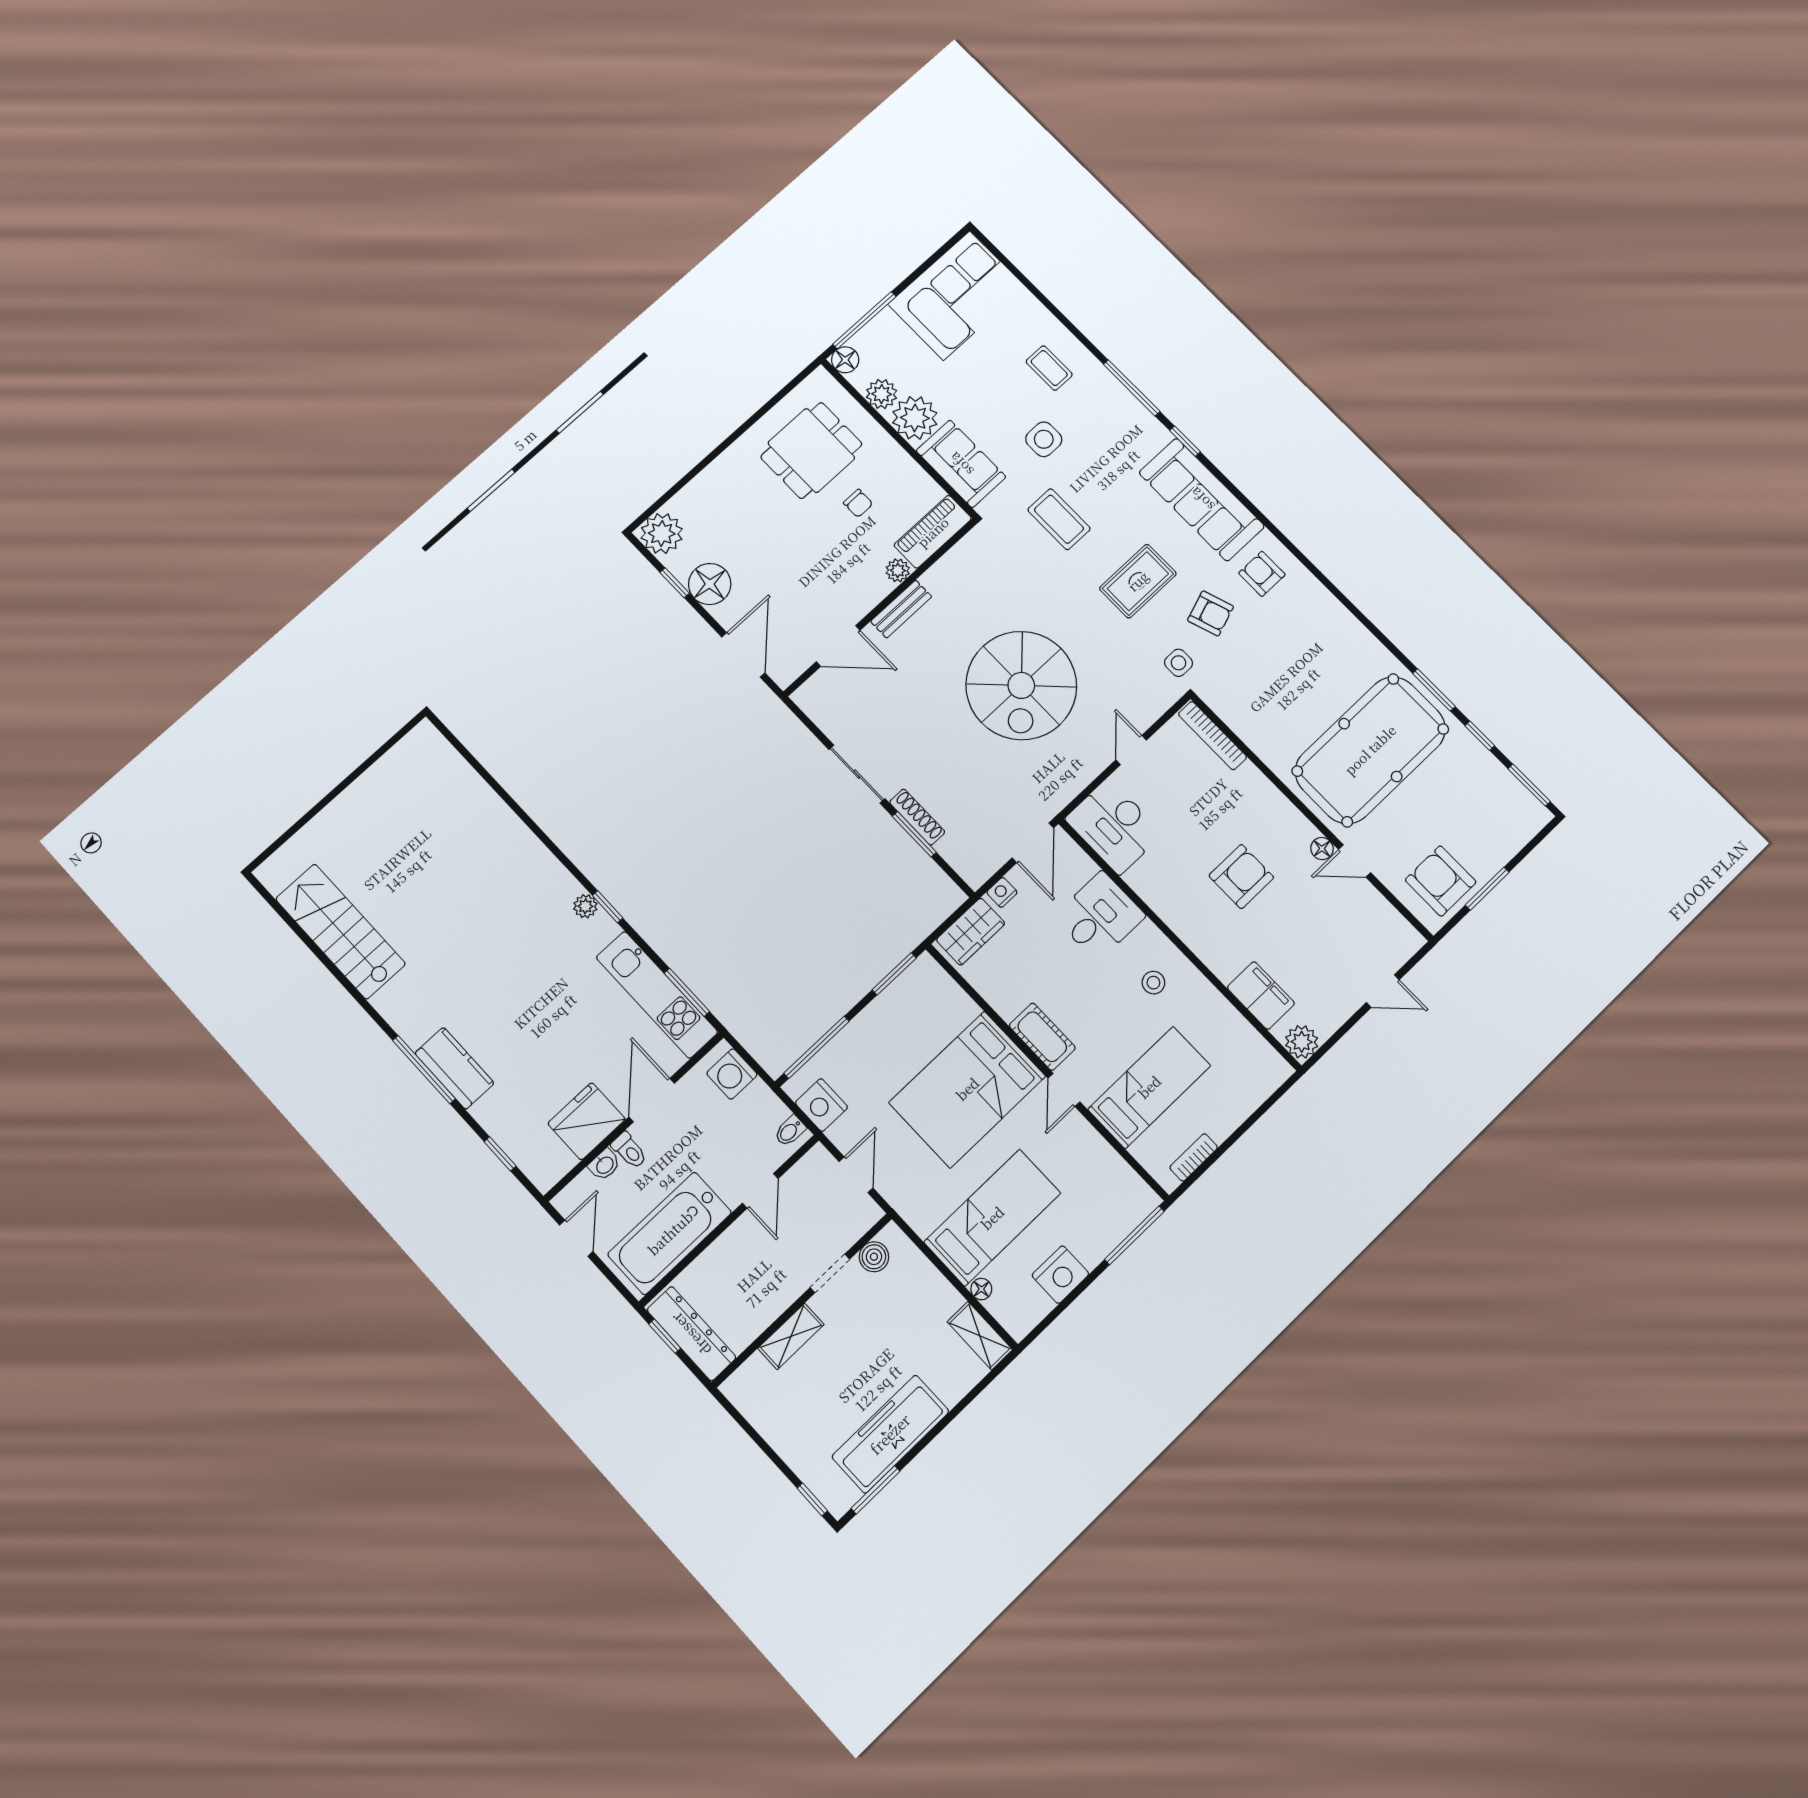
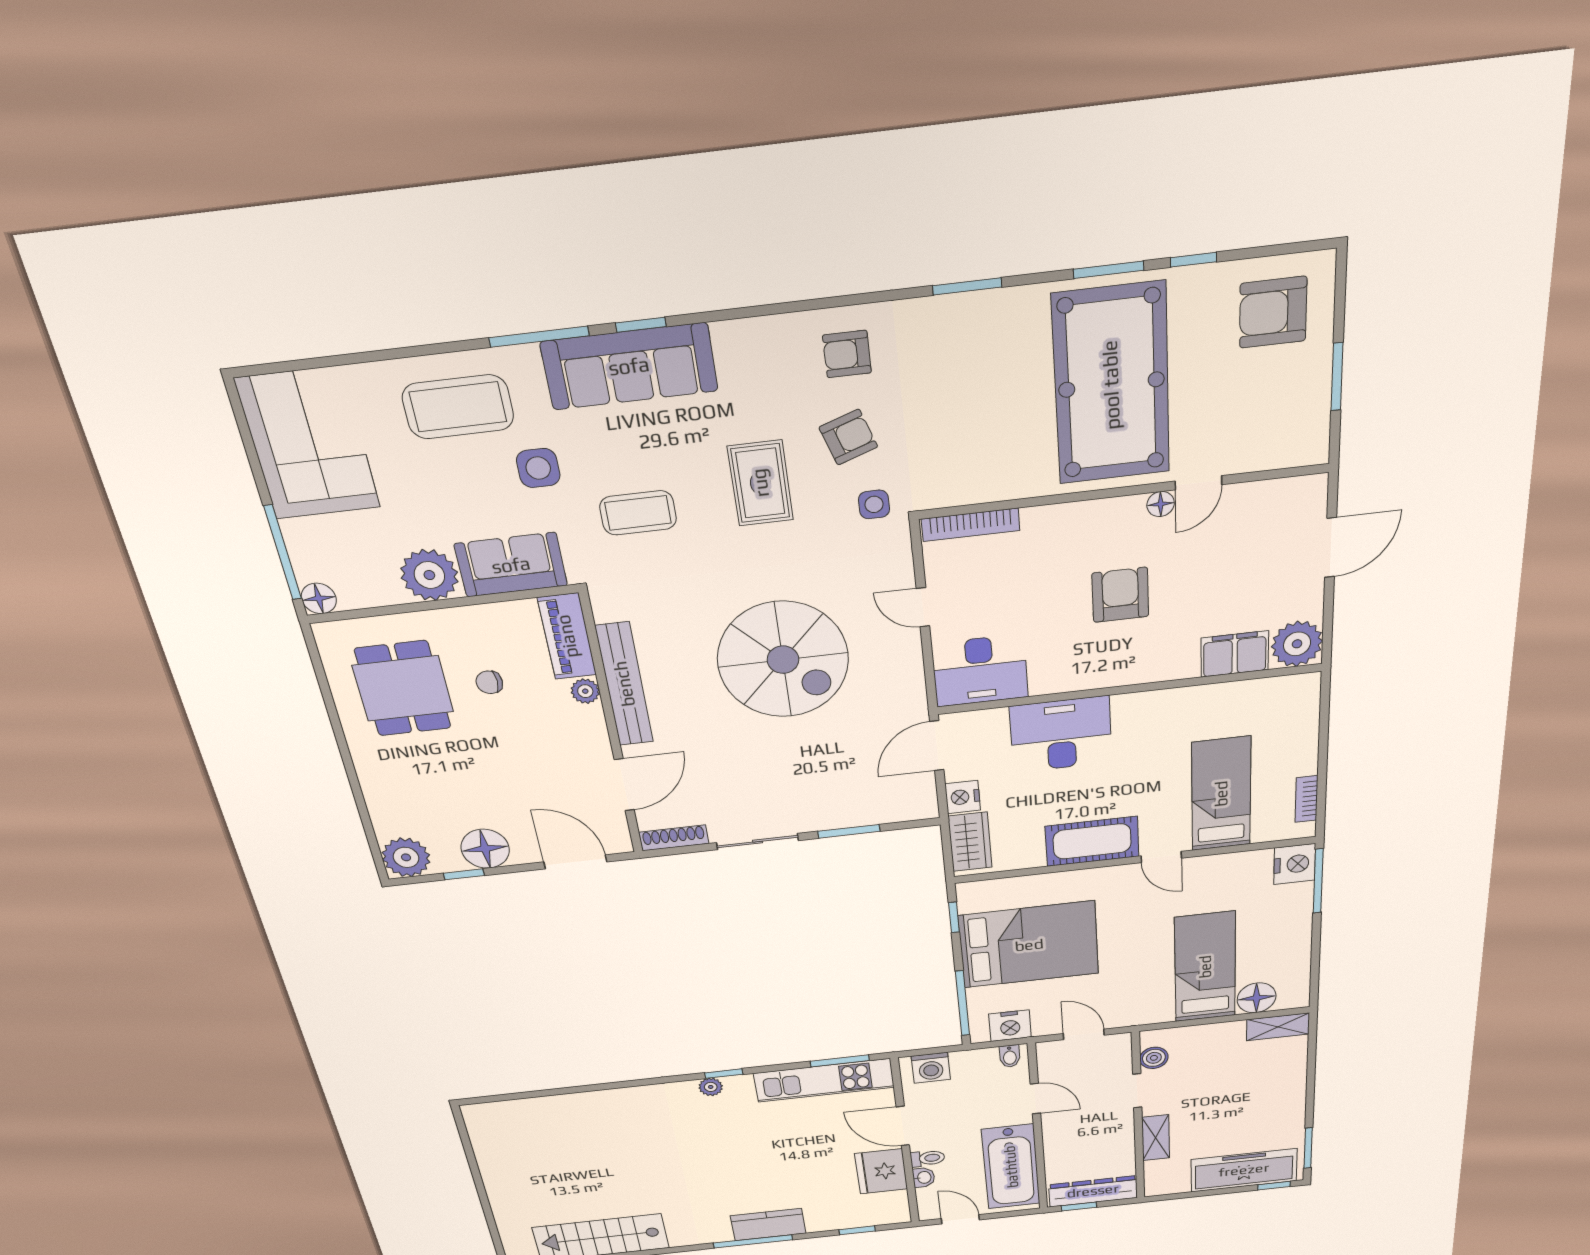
coffee table: (1049, 368) -> (458, 407), width x1.86, depth x1.72
plant: (882, 394) -> (381, 589), removed
sofa: (1202, 499) -> (629, 366), moved
chair: (858, 503) -> (489, 682), turned 180
bench: (901, 609) -> (624, 684), width x1.86, depth x1.21
window: (1529, 785) -> (967, 286), moved
shoe rack: (917, 817) -> (674, 838), moved
door: (1033, 843) -> (937, 746), swing flipped
armchair: (1441, 881) -> (1273, 312), moved
nightstand: (1002, 892) -> (963, 797), width x1.39, depth x1.35
desk: (1100, 916) -> (1061, 734), width x1.37
window: (894, 974) -> (954, 917), width x0.67
stool: (1153, 983) -> (1142, 732), removed
door: (1383, 991) -> (1331, 548), width x1.38
cot: (1042, 1037) -> (1092, 841), width x1.37, depth x1.34
plant: (1302, 1042) -> (1297, 644), width x1.36, depth x1.36
bed: (967, 1089) -> (1029, 945), moved, turned -90
nightstand: (1060, 1275) -> (1295, 864), moved
floor lamp: (981, 1289) -> (1257, 998), width x1.89, depth x1.89
freezer: (890, 1434) -> (1244, 1170), moved, turned 90

